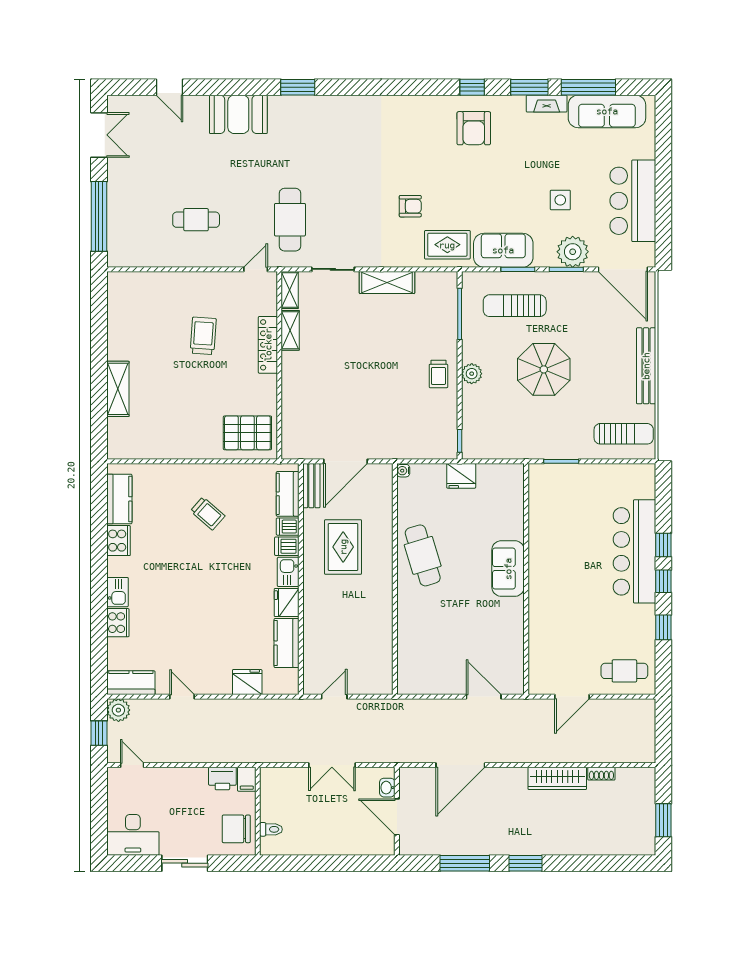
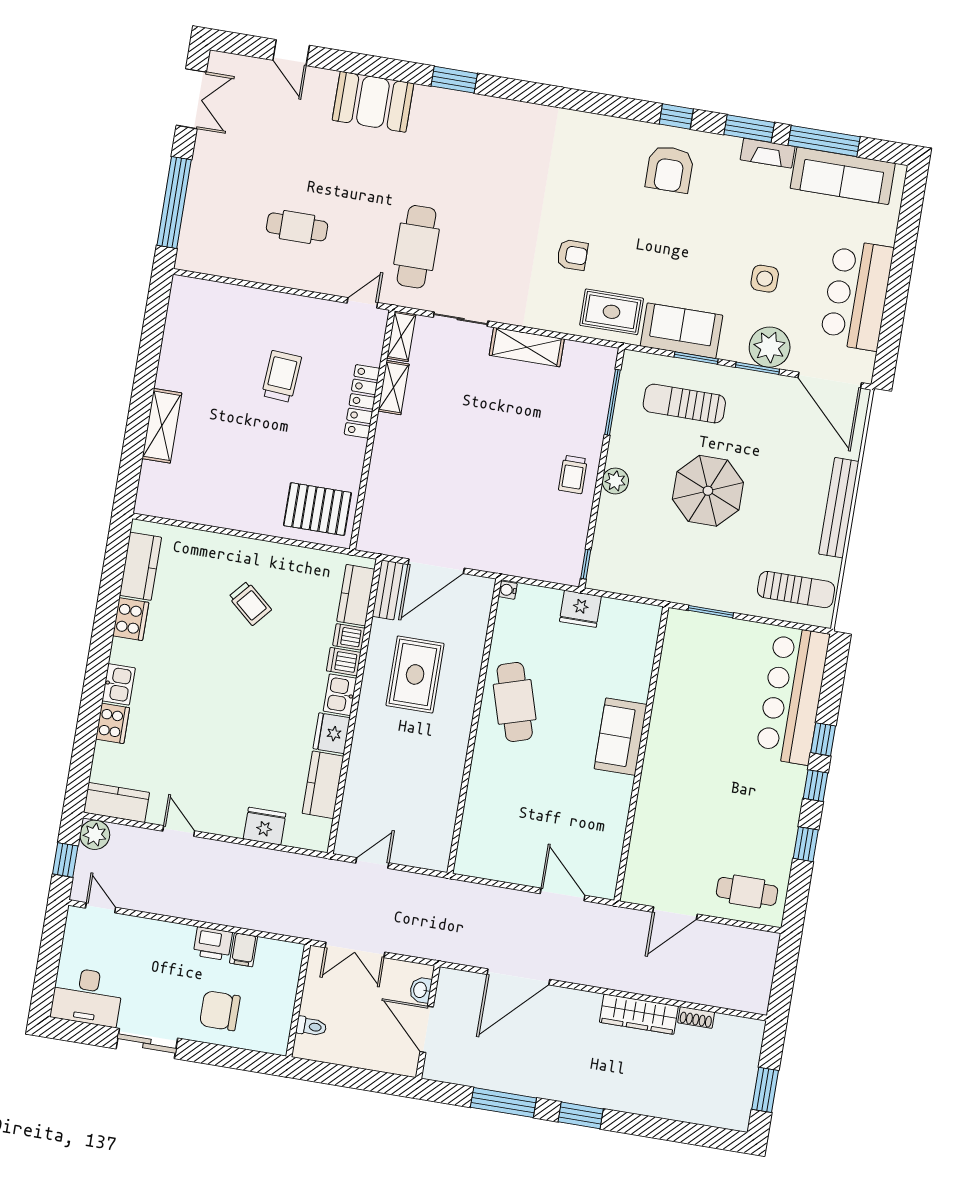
bar counter: (634, 551) -> (793, 695), moved
wall: (258, 811) -> (298, 1001), moved
toilet: (271, 829) -> (311, 1026), moved

